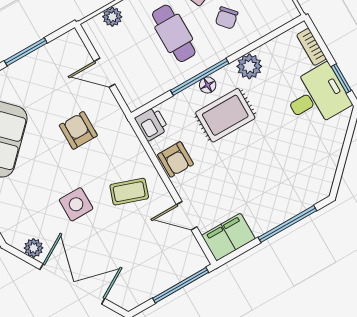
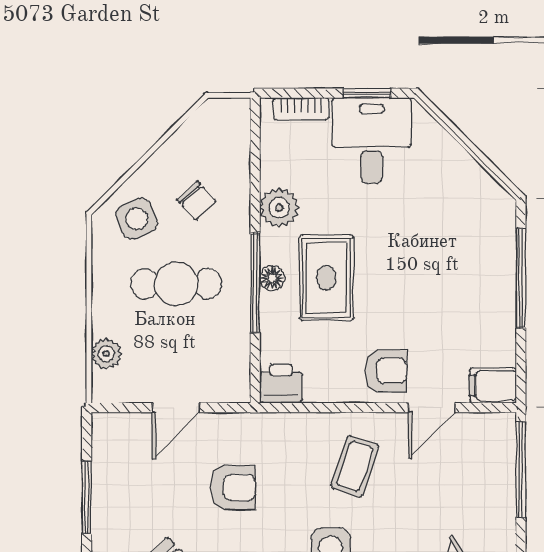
armchair: (78, 130) -> (233, 487), turned 180
armchair: (176, 159) -> (386, 371), moved
filing cabinet: (228, 237) -> (493, 385), width x0.50

